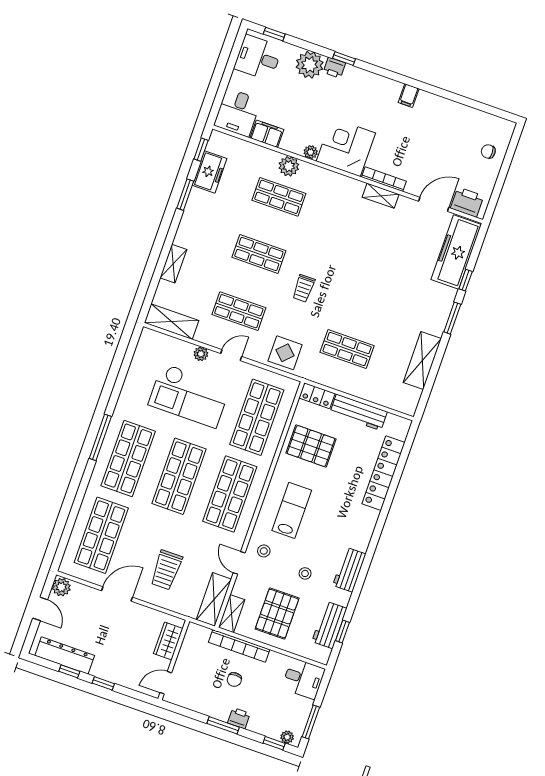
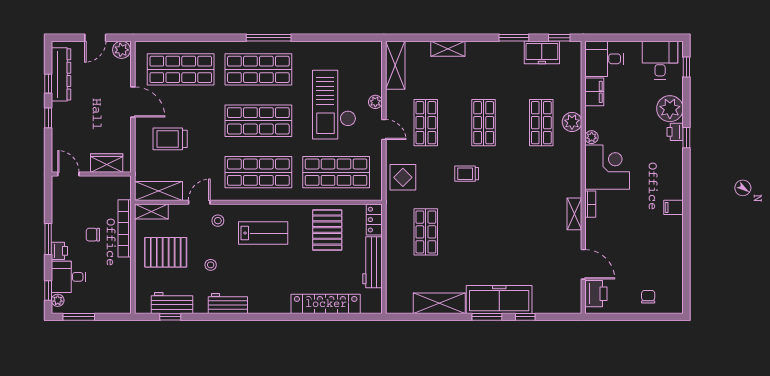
bookcase: (384, 179) -> (590, 204), width x0.64
freezer: (456, 252) -> (499, 300), moved
desk: (303, 679) -> (69, 277), moved, turned 90

